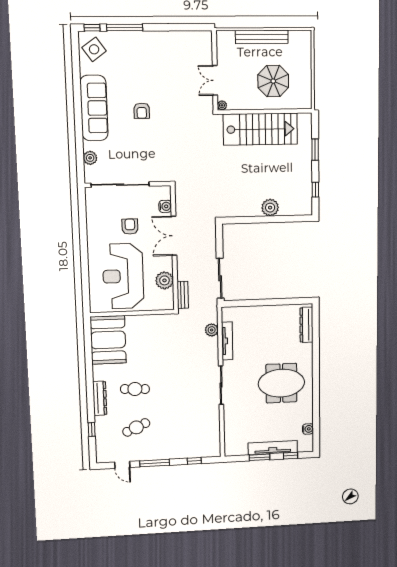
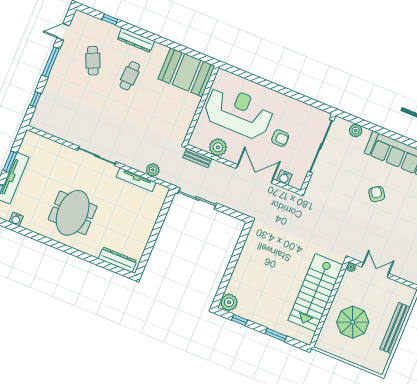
armchair: (142, 111) -> (377, 194), turned 55
plant: (270, 208) -> (229, 302), moved

